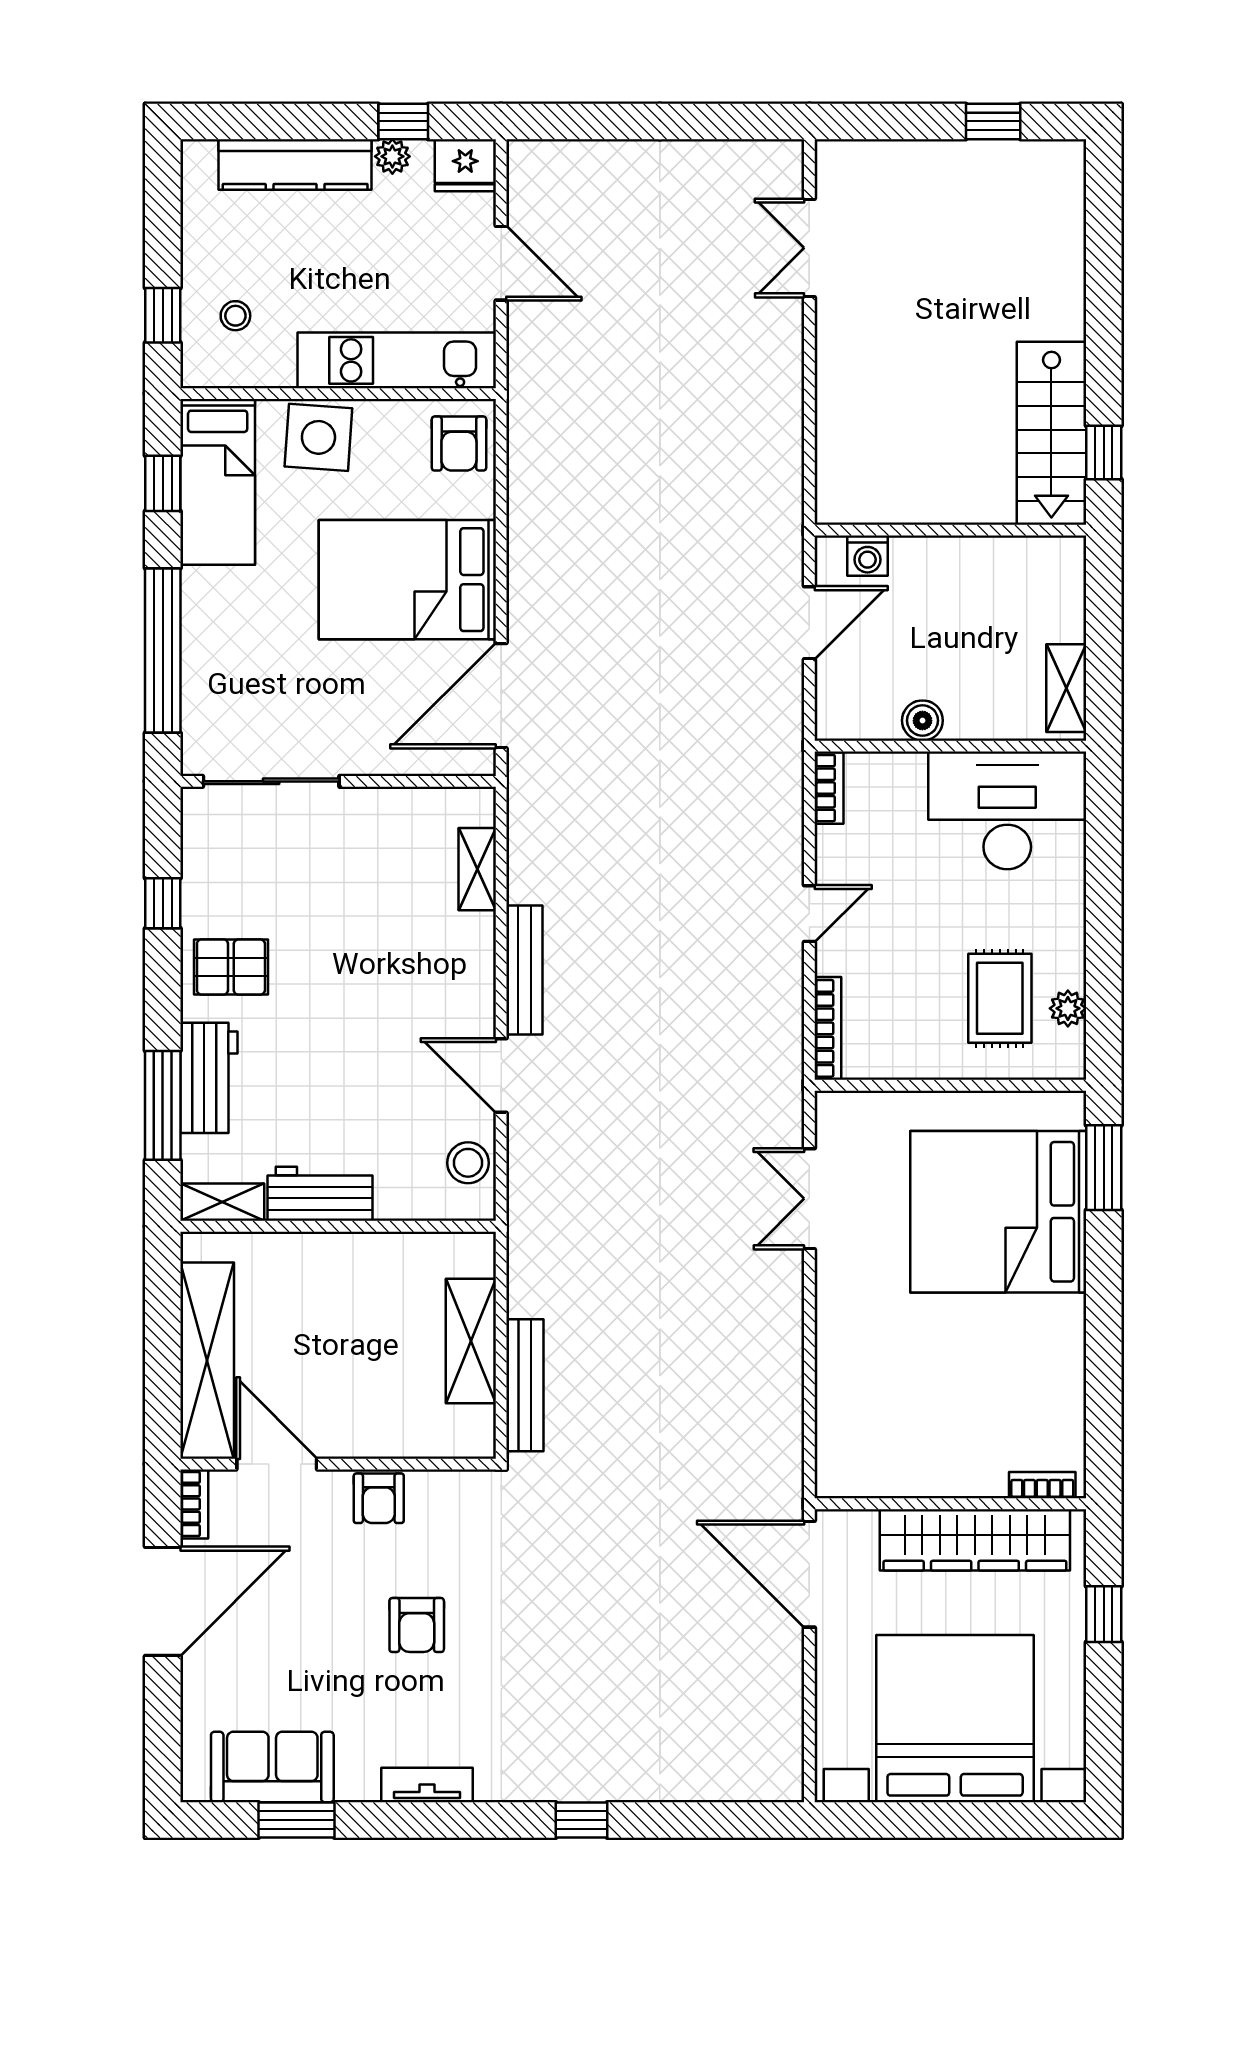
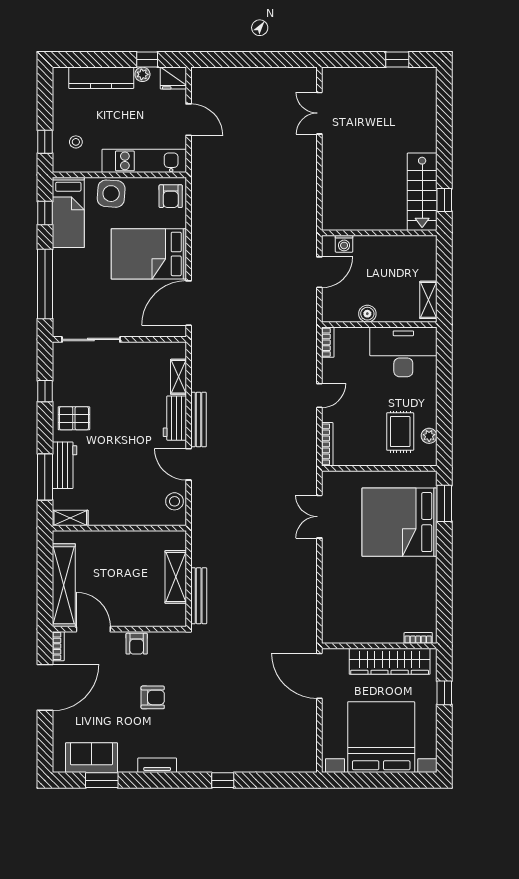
workbench: (320, 1194) -> (175, 418), moved, turned -90
armchair: (417, 1625) -> (153, 697), turned -90

